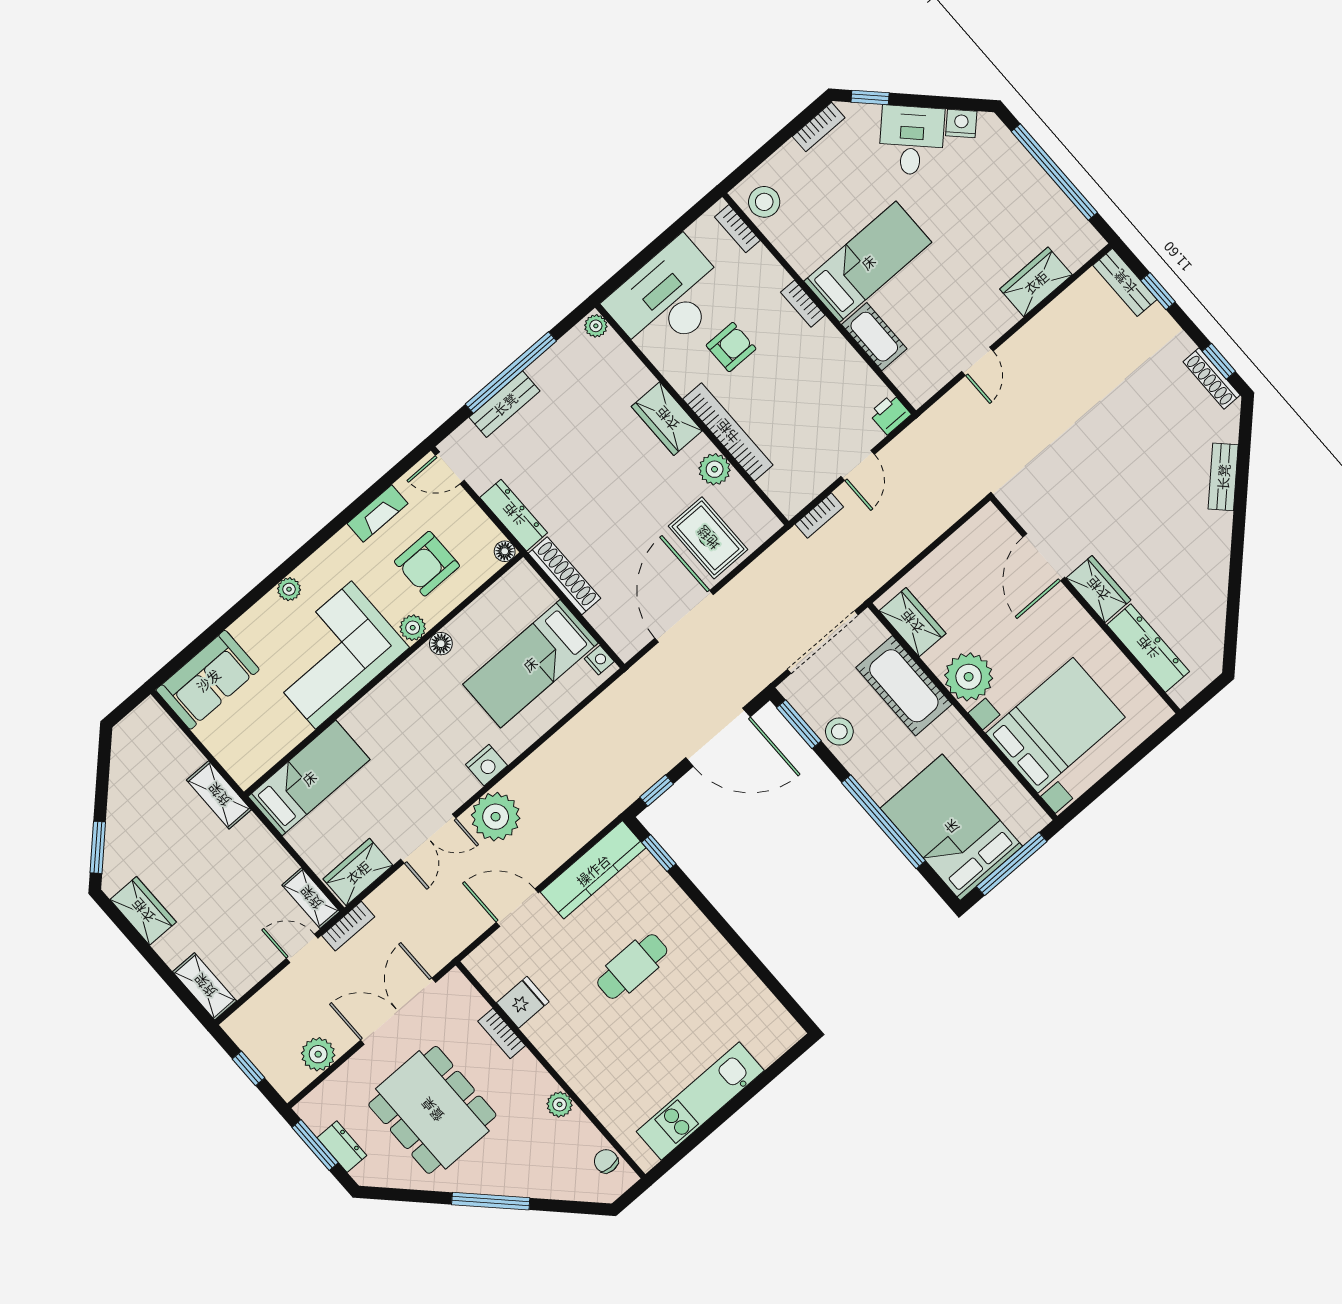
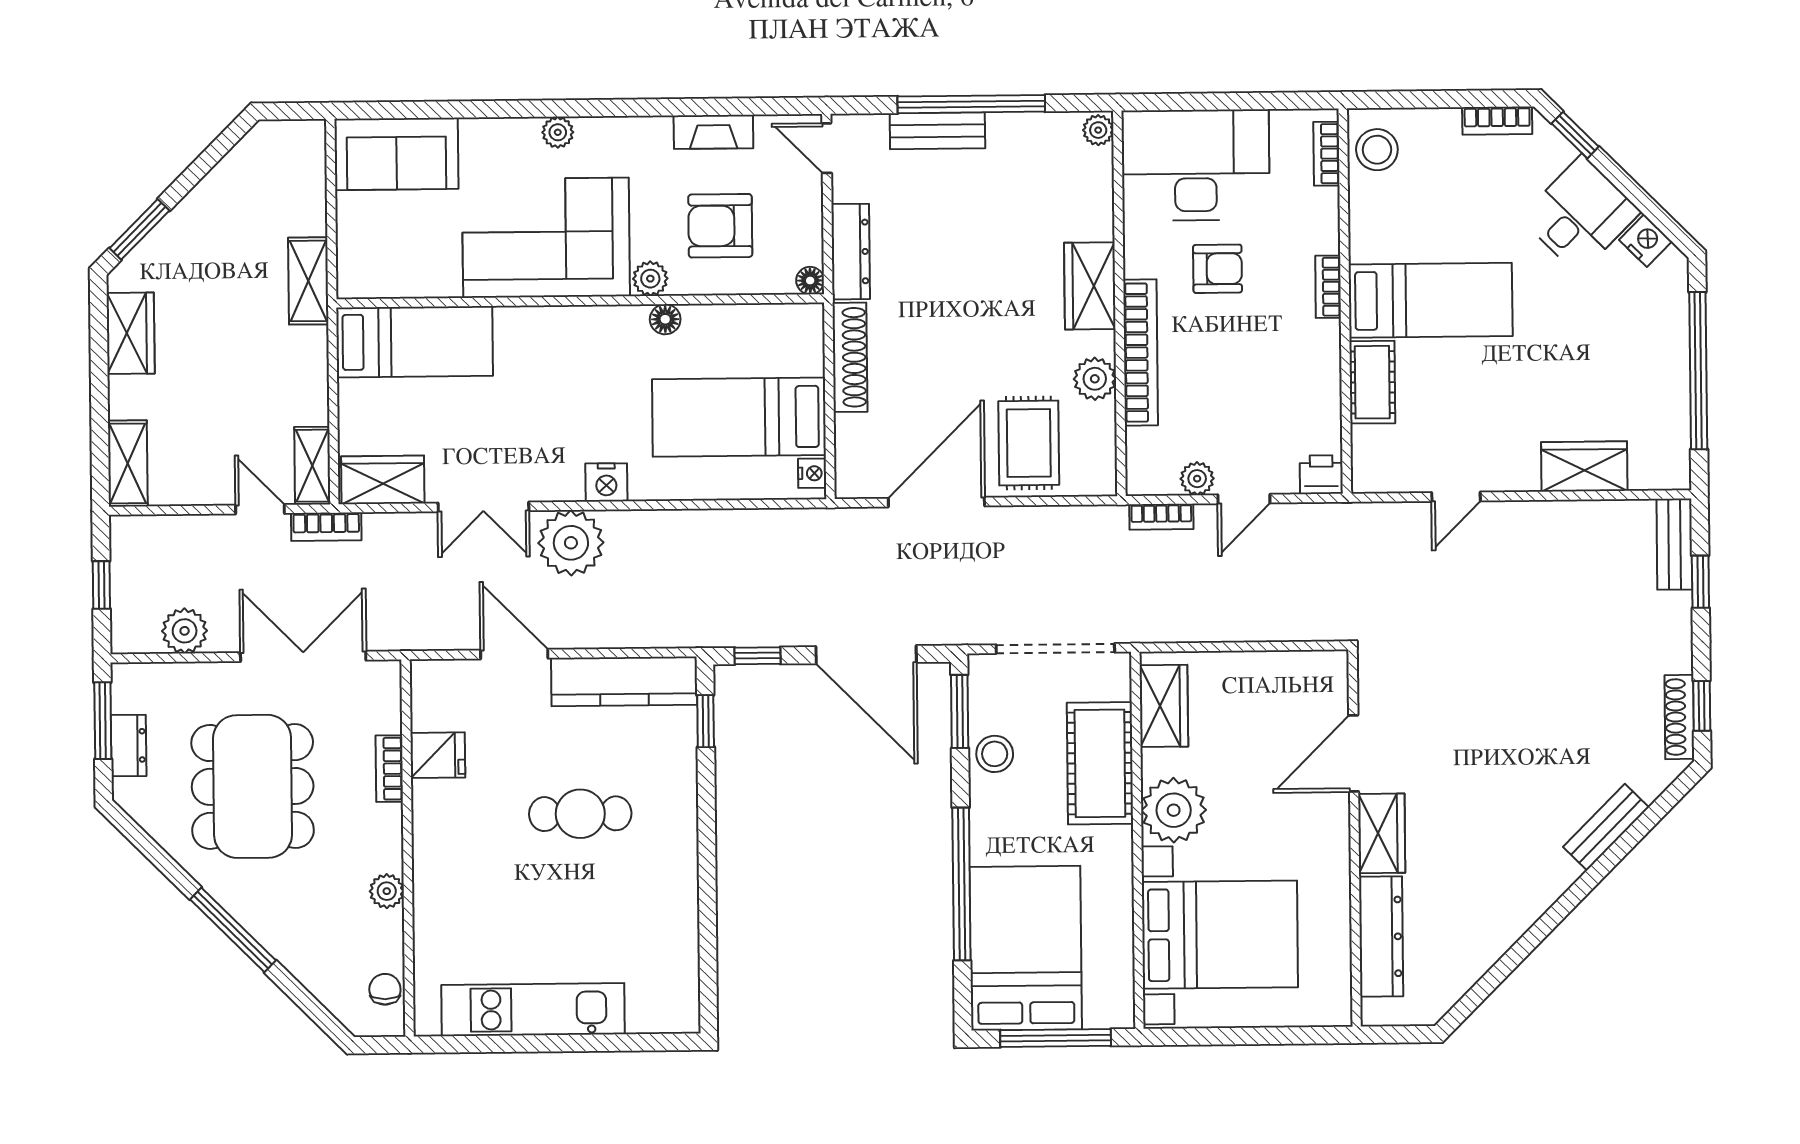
plant: (821, 476) -> (1197, 479), added

